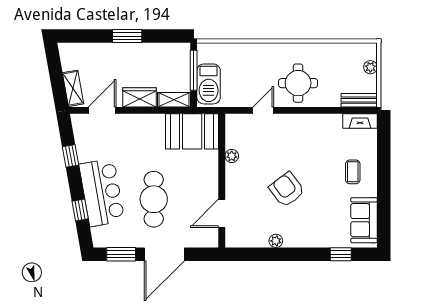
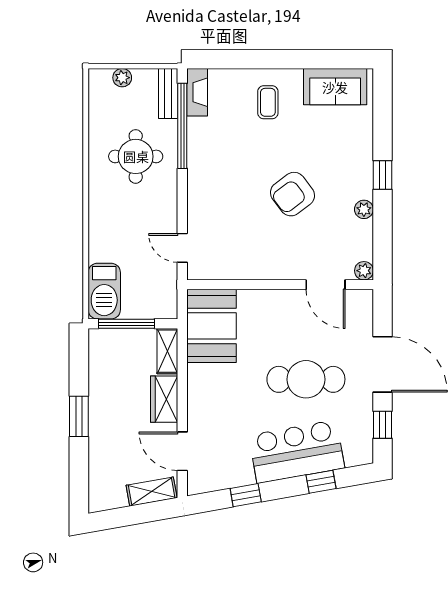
round table: (298, 83) -> (136, 156), moved
barbecue: (209, 84) -> (104, 291), moved, turned 90
door: (263, 110) -> (182, 248), moved
window: (336, 110) -> (182, 126), added
plant: (232, 156) -> (364, 271), moved
coffee table: (353, 172) -> (268, 102), turned 90
window: (121, 254) -> (382, 425), width x0.67
window: (341, 254) -> (382, 175), moved

